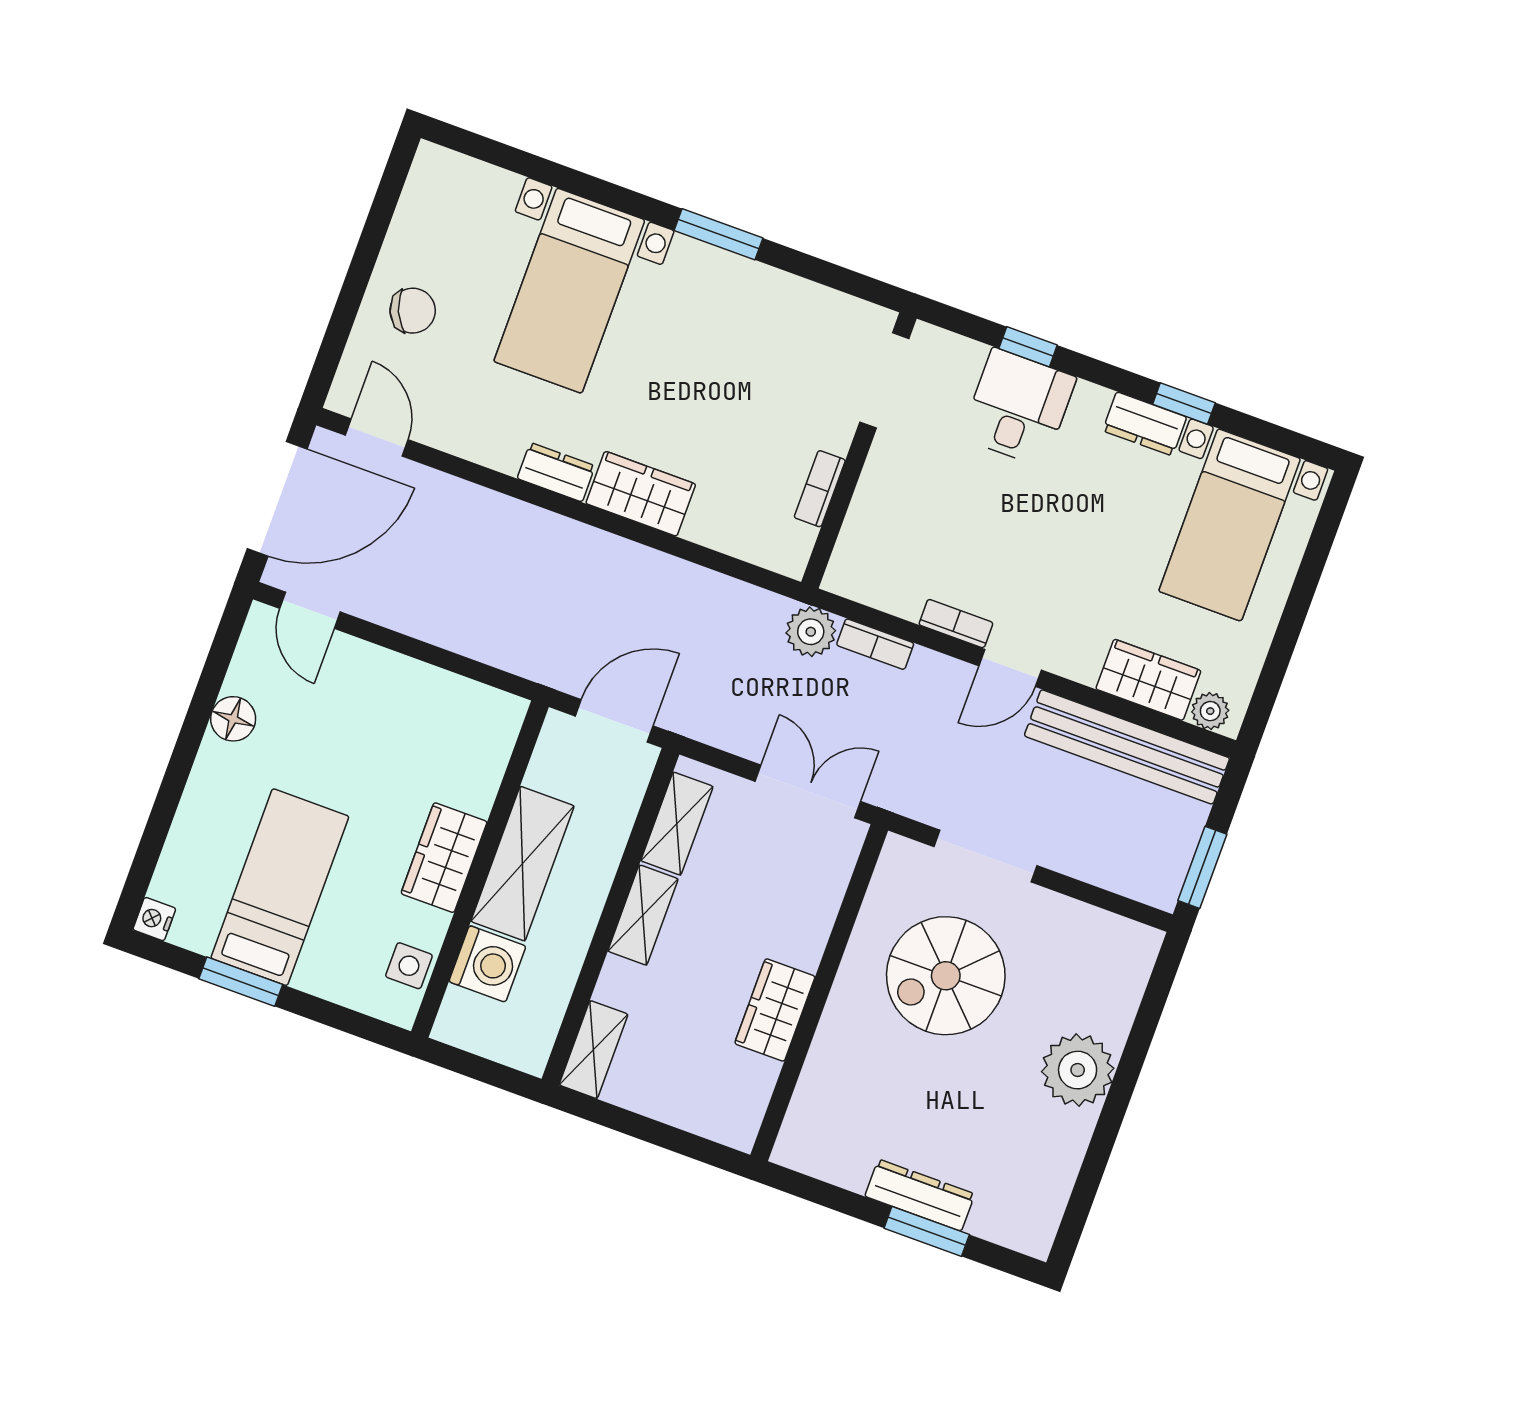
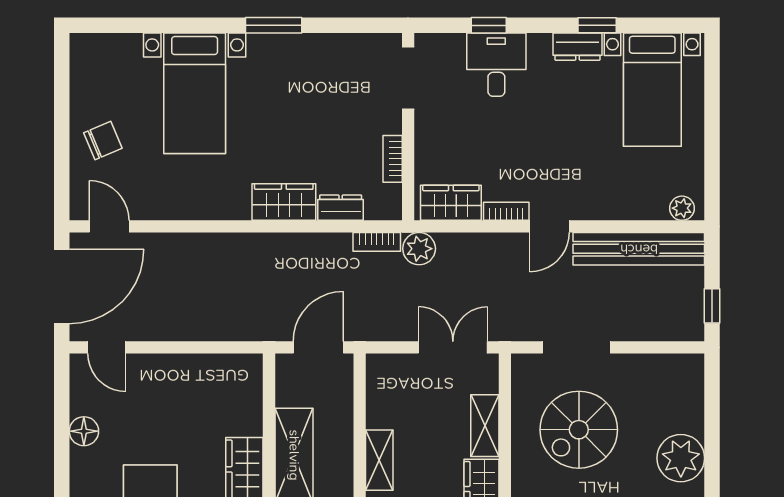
dresser: (556, 472) -> (341, 208), moved
bookcase: (875, 644) -> (377, 242), moved
wardrobe: (1148, 680) -> (451, 203), moved
shelving: (677, 824) -> (485, 426), moved
window: (1202, 867) -> (712, 306), width x0.67

